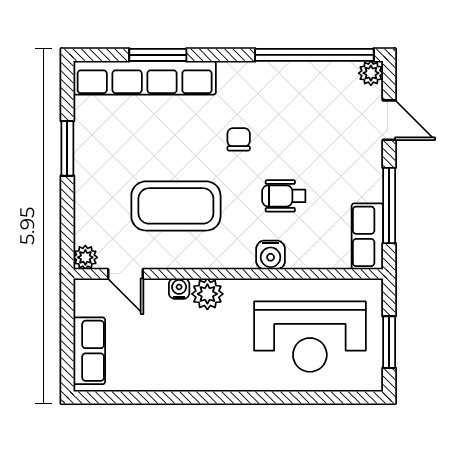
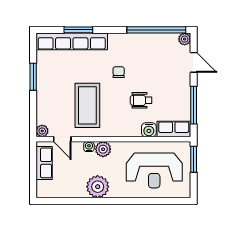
coffee table: (176, 206) -> (87, 105), turned 90
row of seats: (367, 236) -> (174, 129), moved, turned 90
water cooler: (271, 255) -> (149, 130), moved
window: (389, 342) -> (194, 159), moved
row of seats: (89, 351) -> (44, 163), moved
plant: (197, 369) -> (98, 187), added

